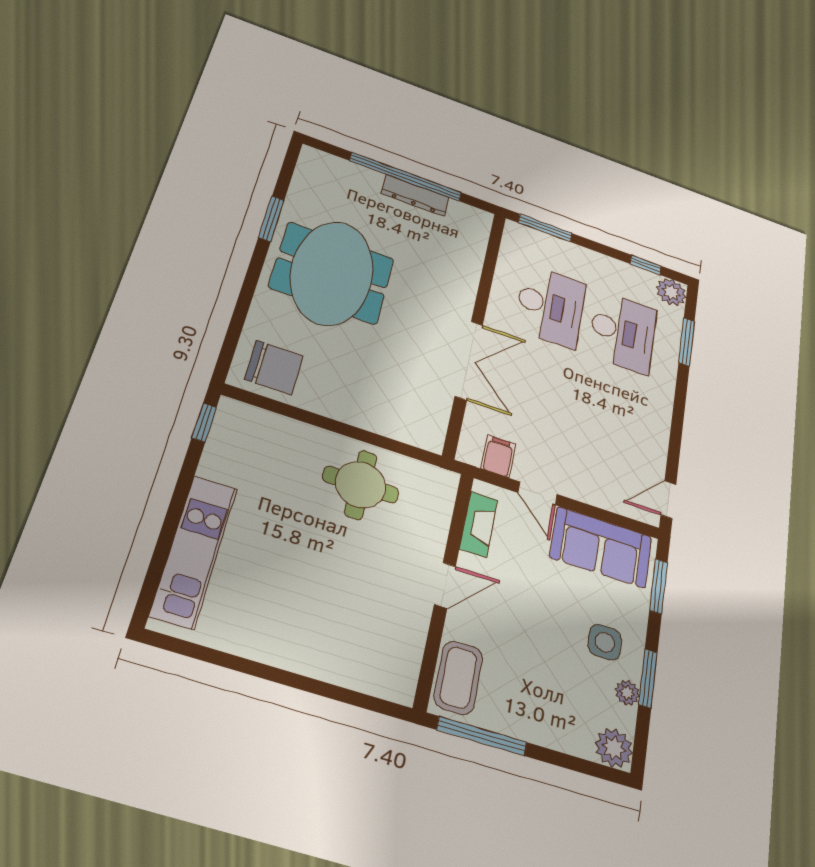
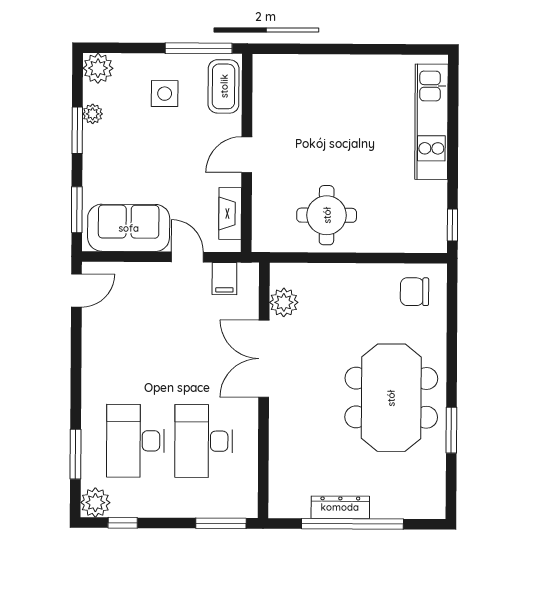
chair: (274, 367) -> (415, 292), width x0.73, depth x0.73
plant: (434, 409) -> (284, 302), added
side table: (605, 642) -> (165, 94), moved

